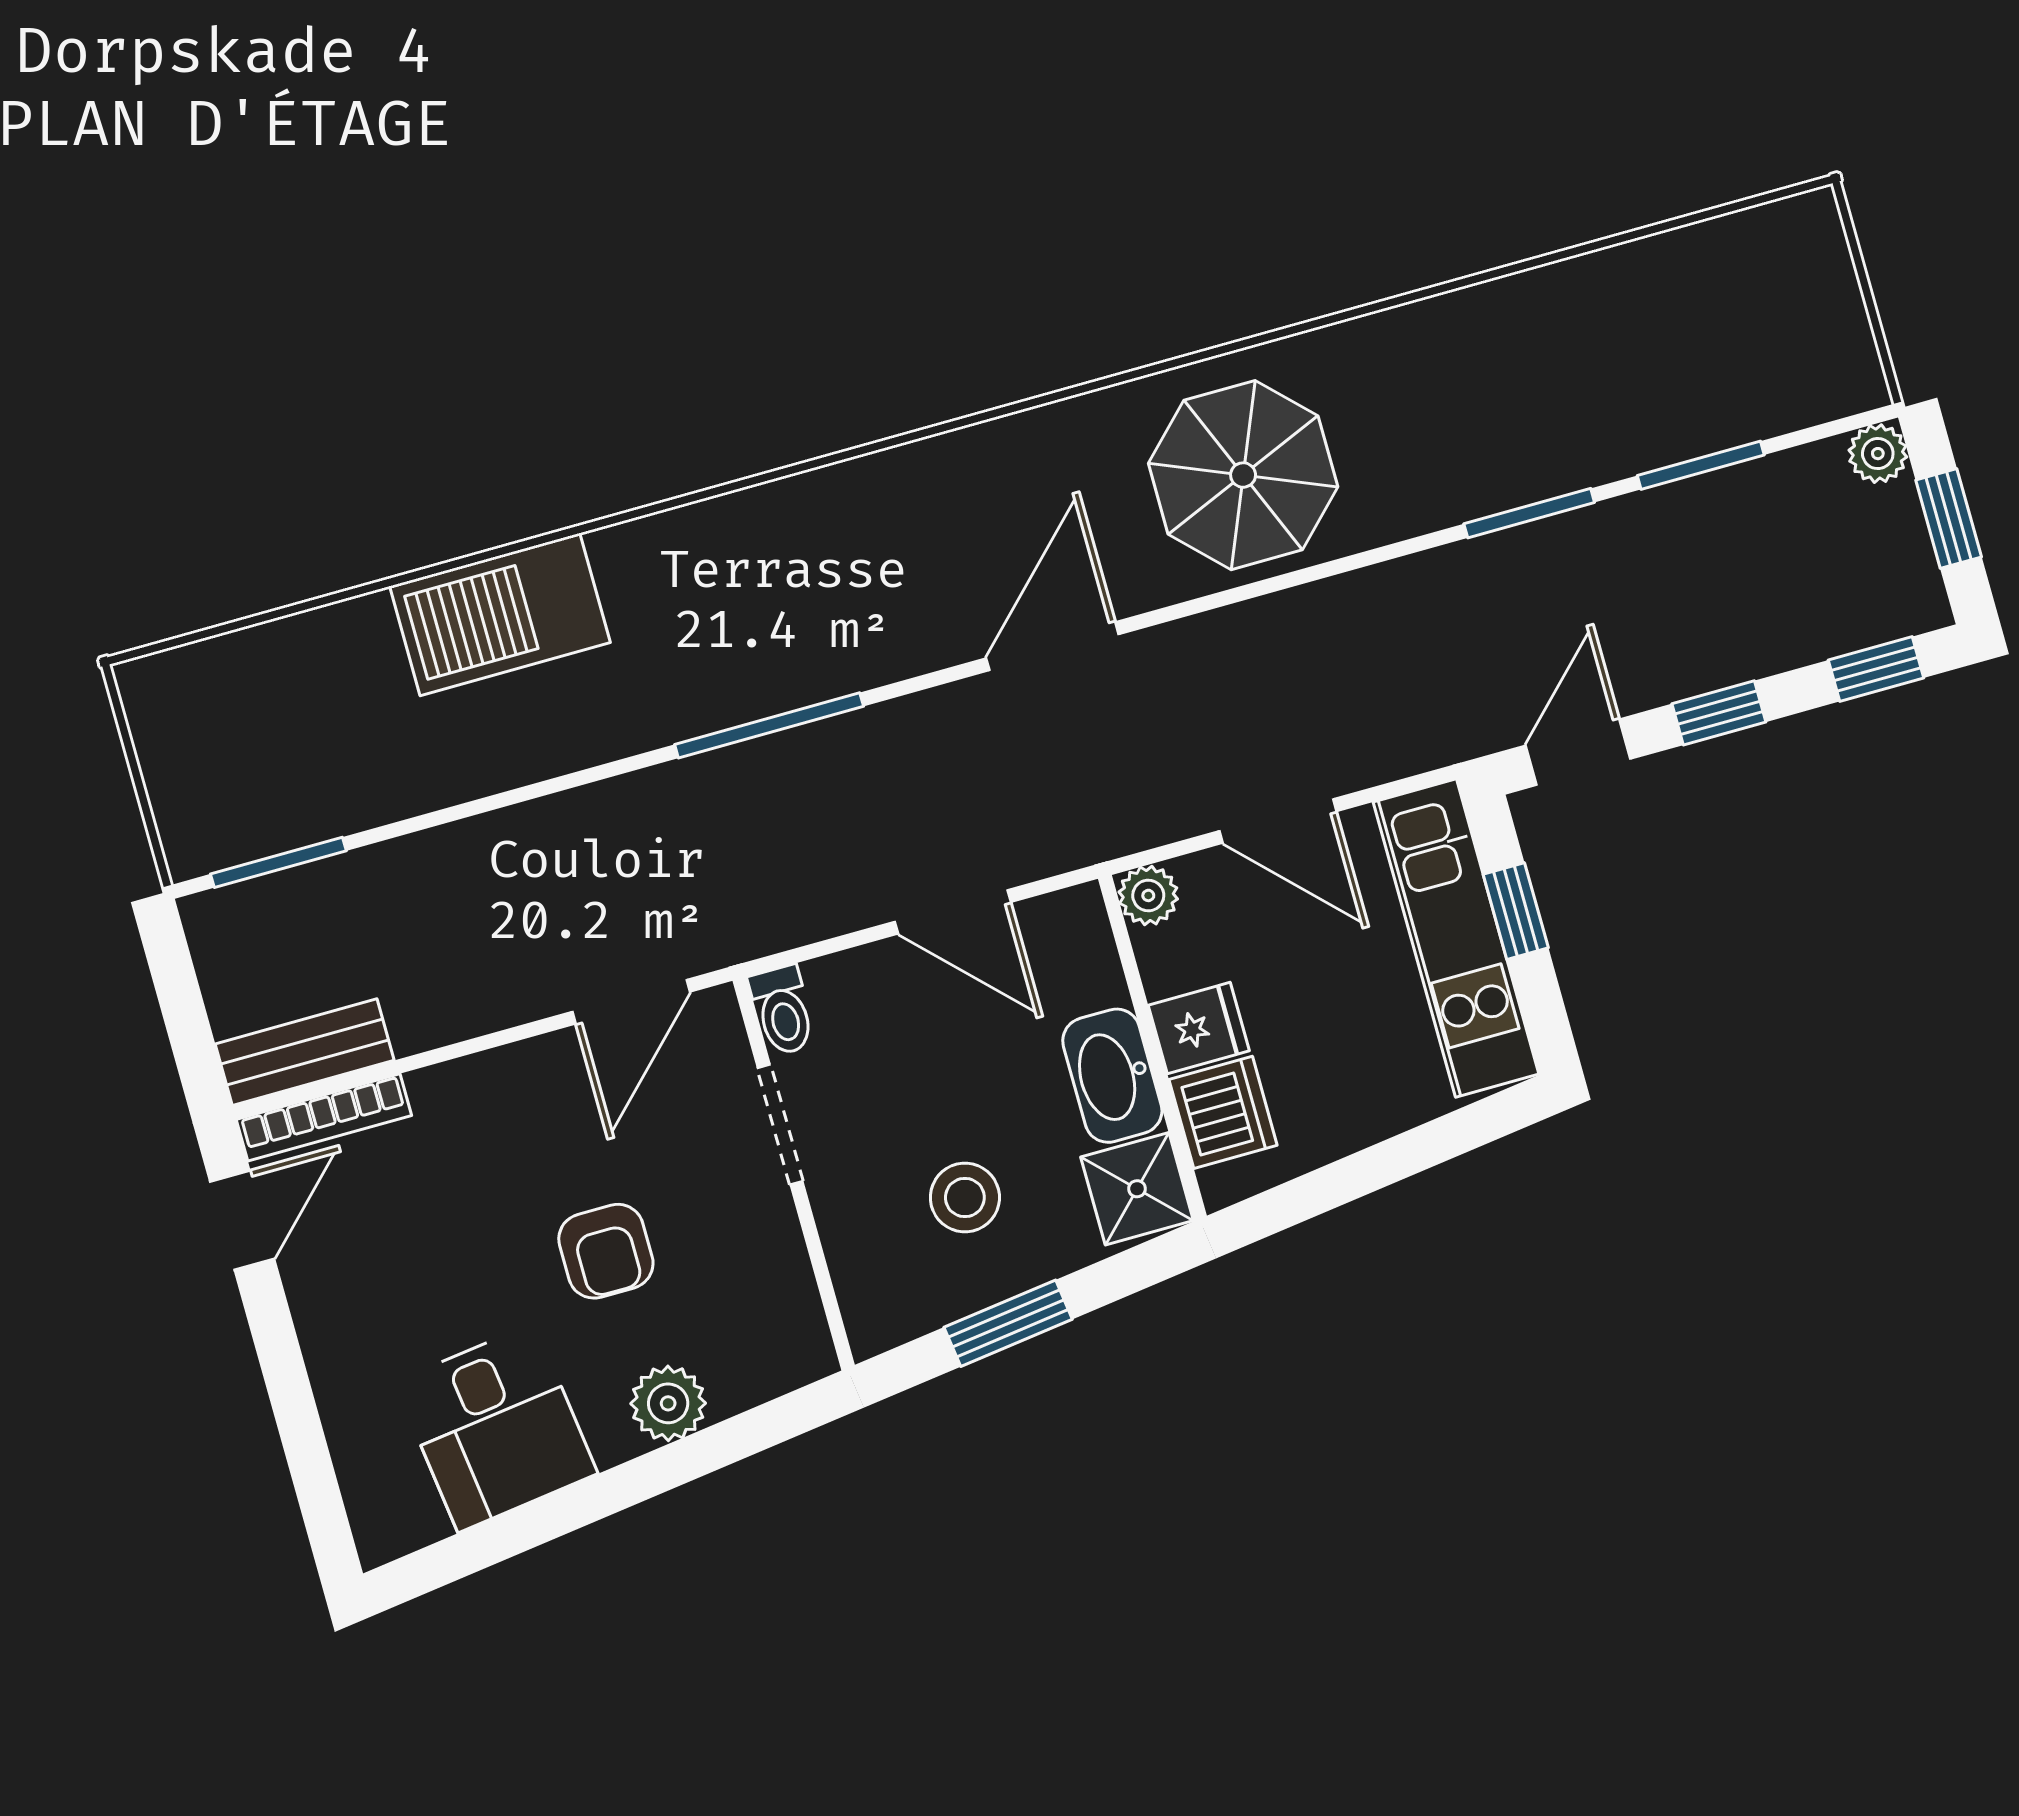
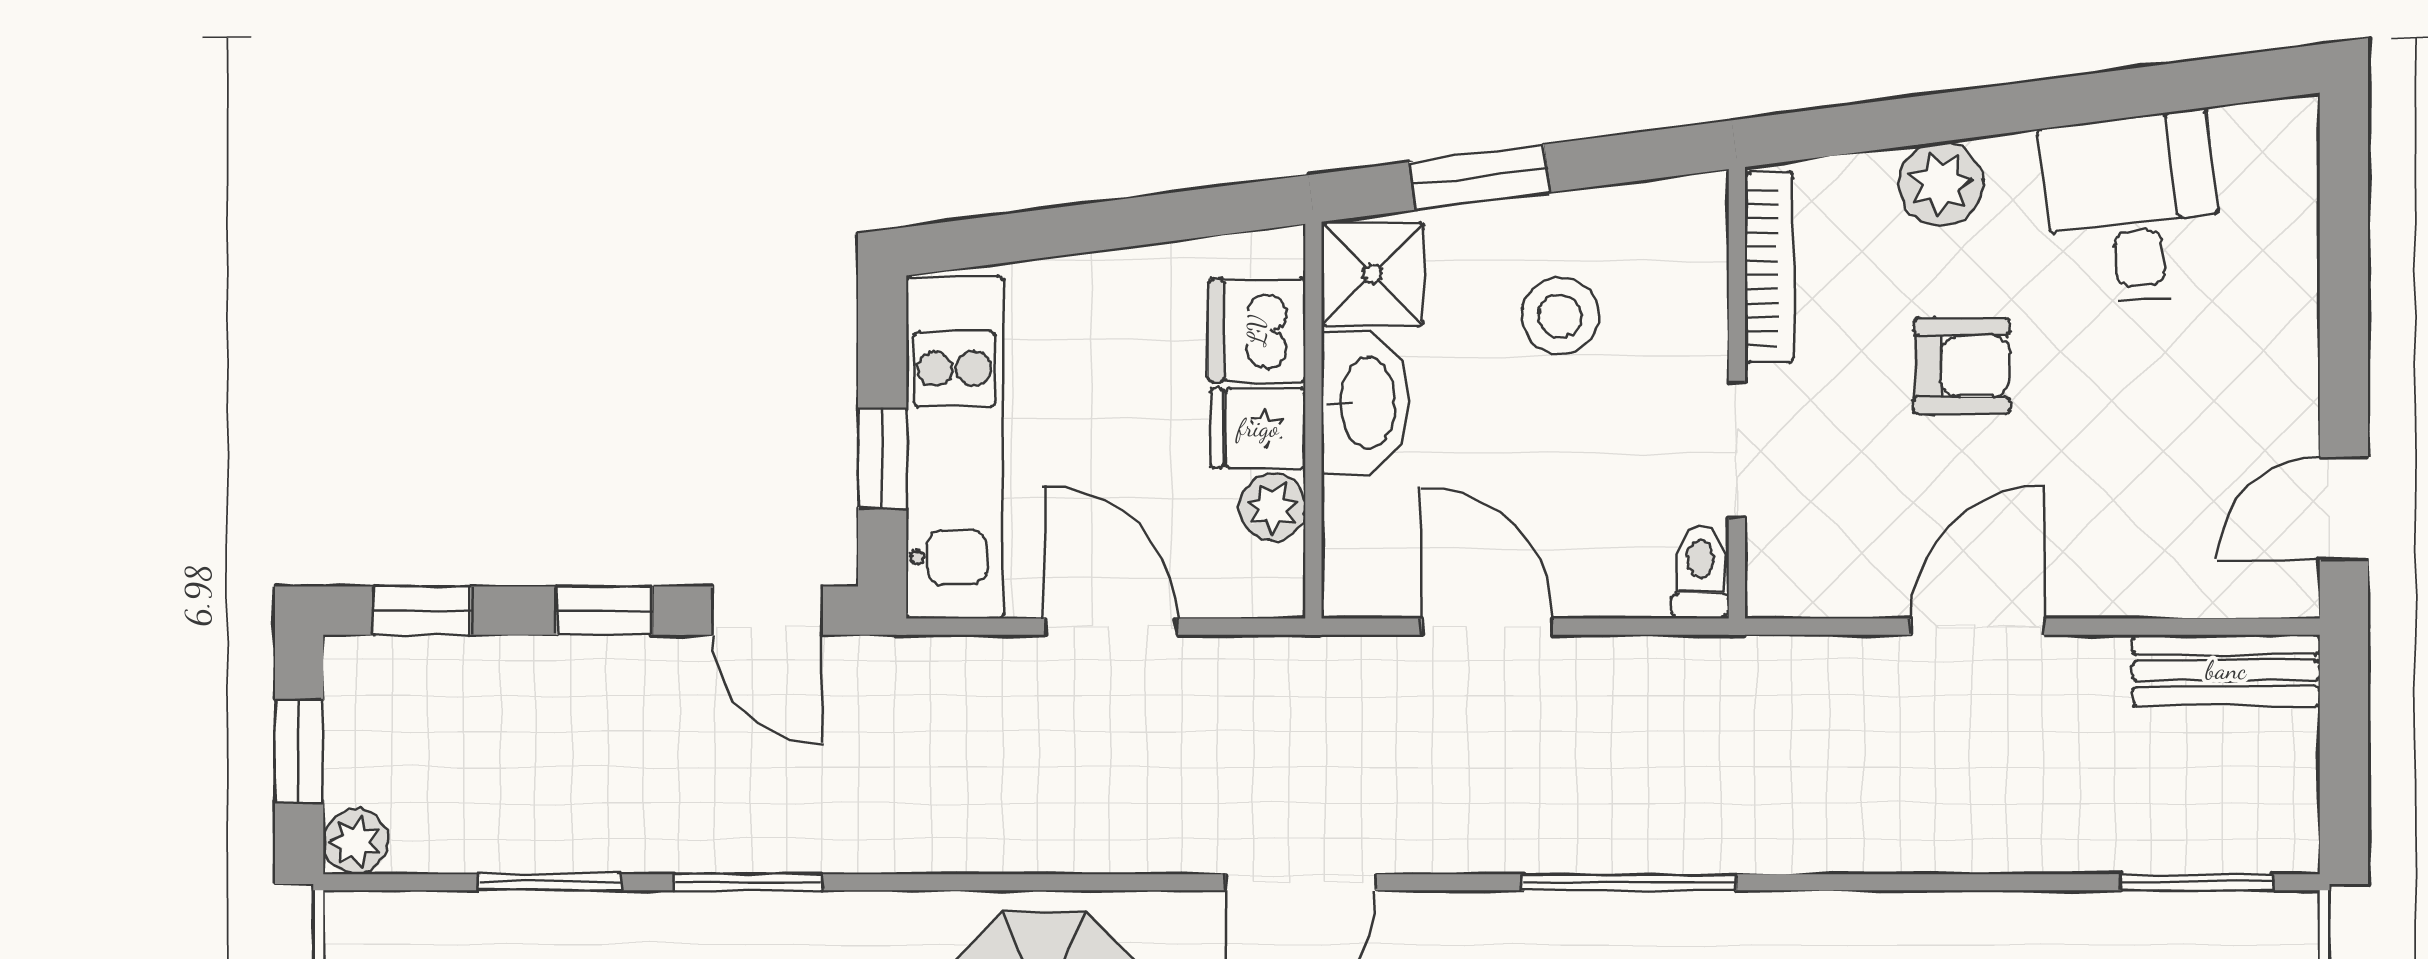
door: (1578, 752) -> (767, 611), hinge flipped
plant: (1148, 895) -> (1272, 507), moved
door: (631, 1002) -> (1977, 627), moved
bookcase: (324, 1117) -> (1769, 267), moved, turned 90
armchair: (606, 1251) -> (1962, 366), turned 90
window: (1008, 1323) -> (1480, 177), moved

